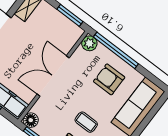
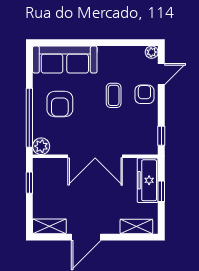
window: (70, 15) -> (29, 183), width x0.67
floor lamp: (31, 120) -> (150, 146), removed

